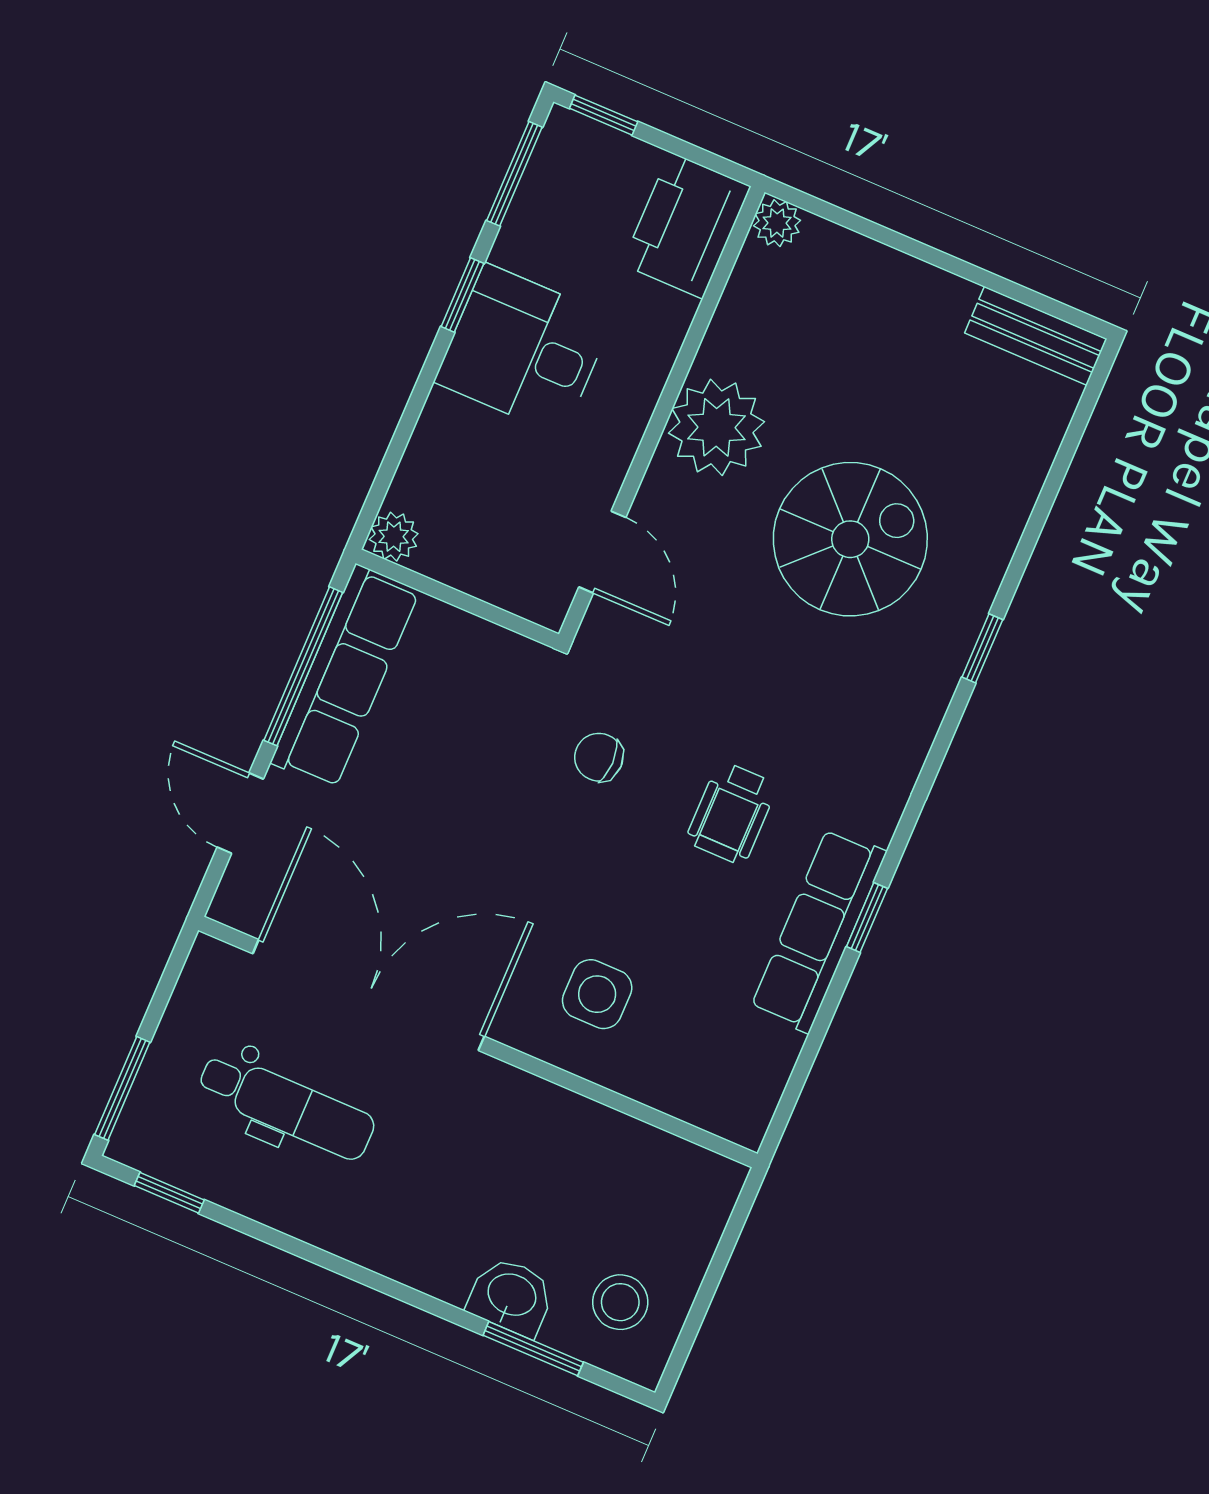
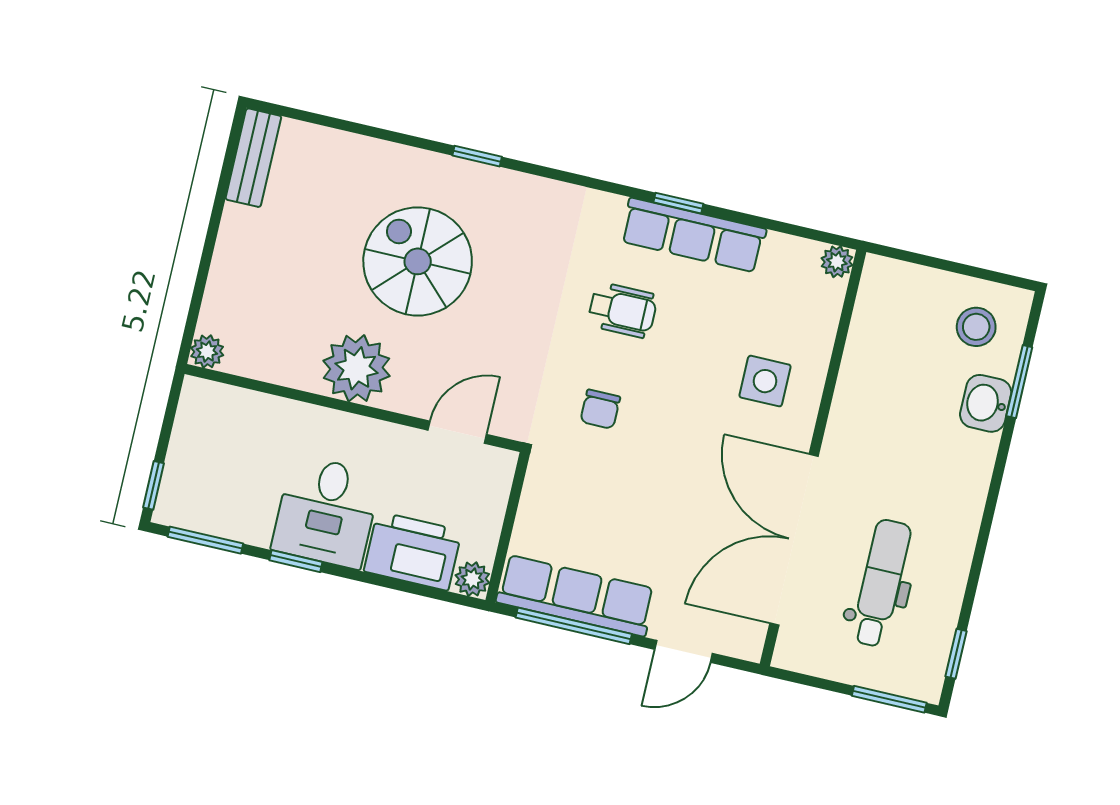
printer: (686, 225) -> (413, 551), moved, turned 180
plant: (746, 1124) -> (837, 262), added

